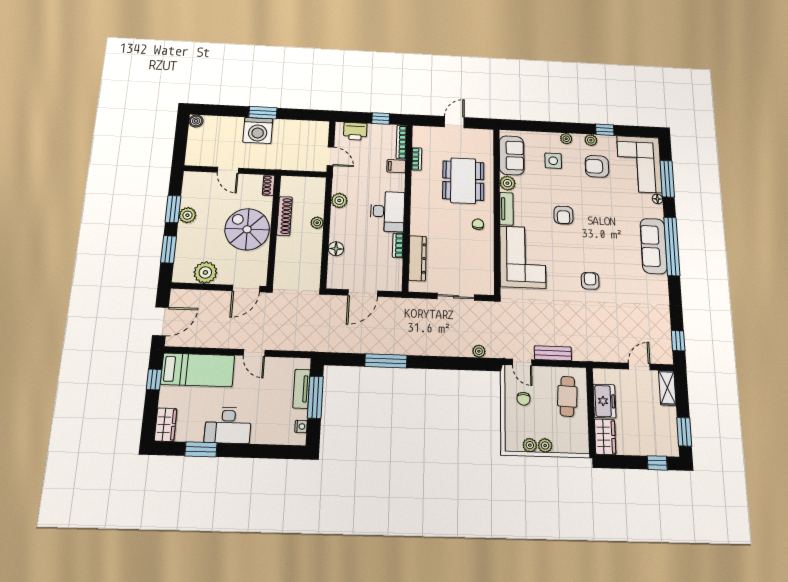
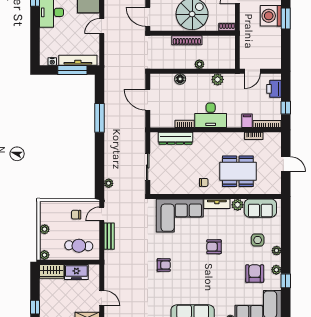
shoe rack: (284, 216) -> (187, 40), moved
tv unit: (302, 389) -> (78, 60), width x1.41
plant: (530, 445) -> (44, 255), moved

